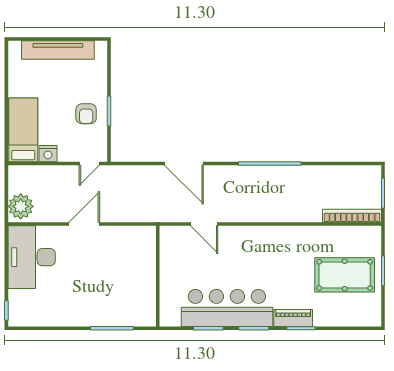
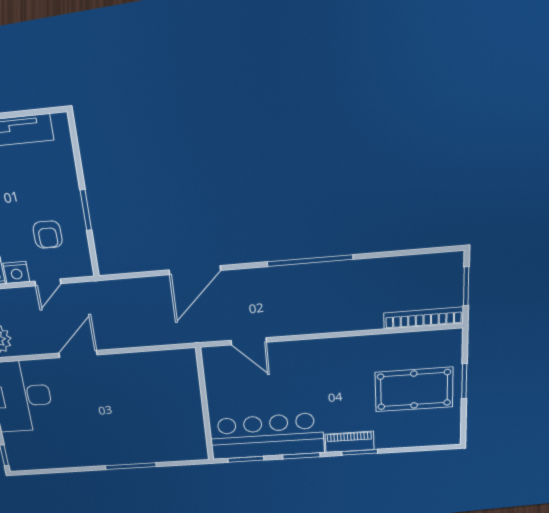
armchair: (86, 114) -> (48, 235), moved
door: (89, 163) -> (48, 282), moved
door: (184, 163) -> (195, 270), hinge flipped
door: (204, 224) -> (249, 341), moved
wall: (158, 276) -> (205, 405), moved

